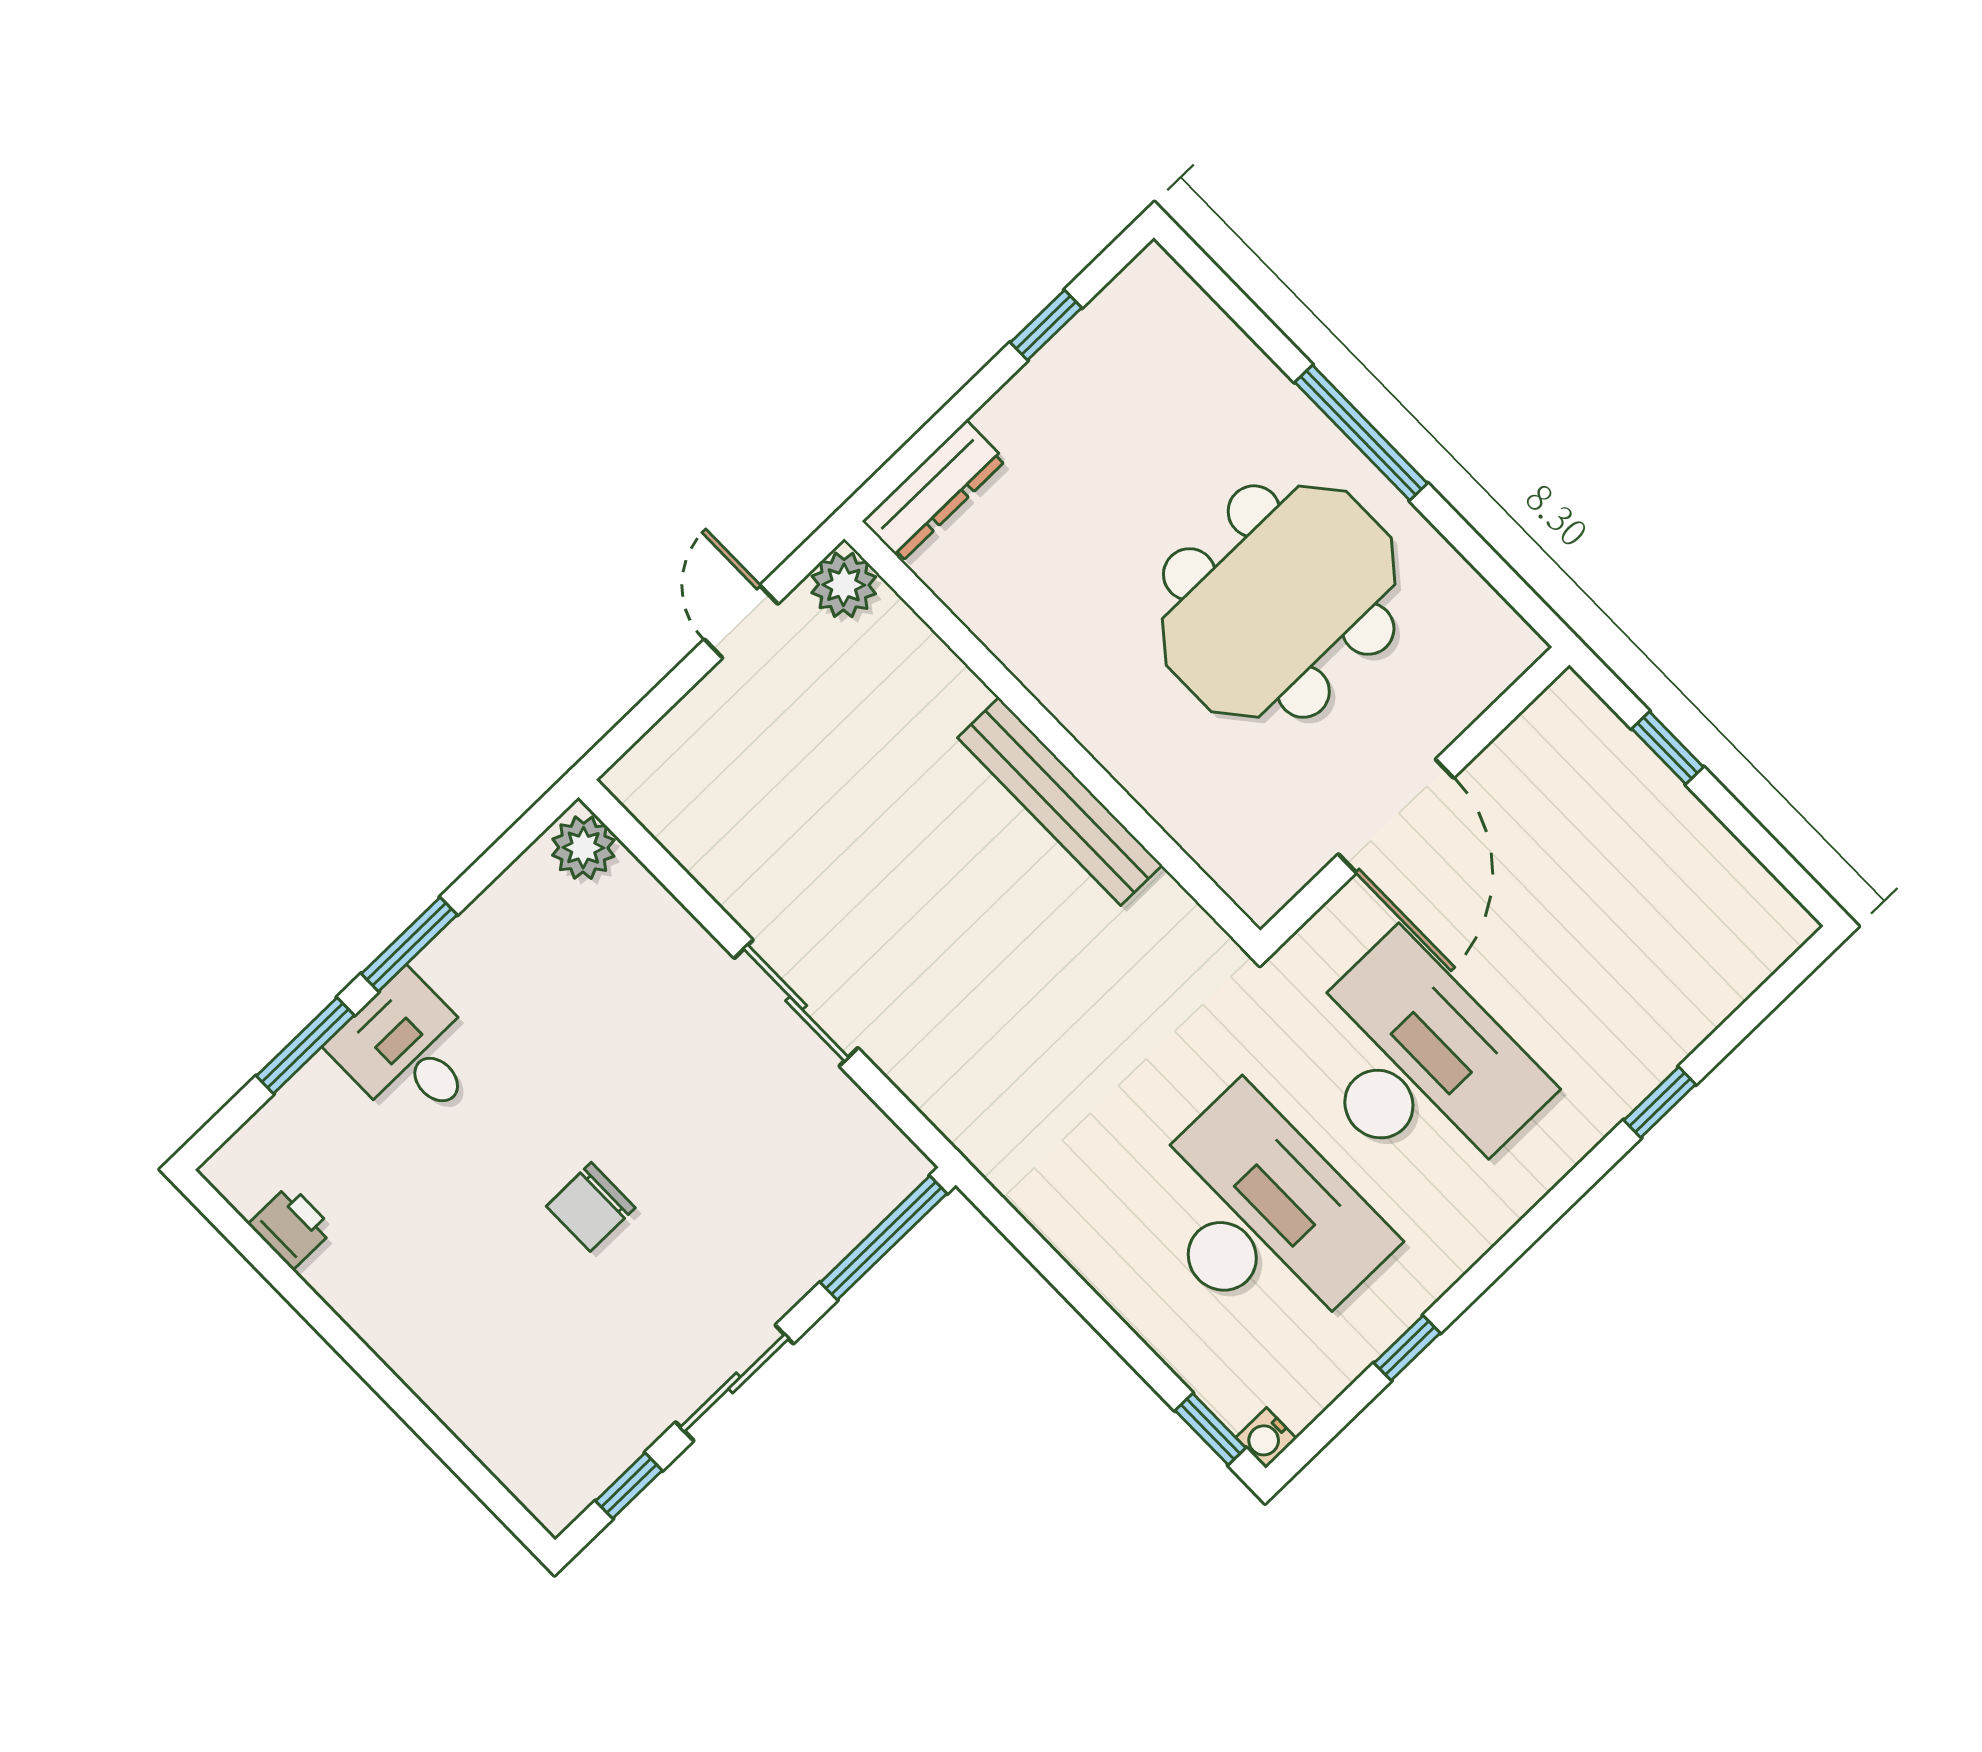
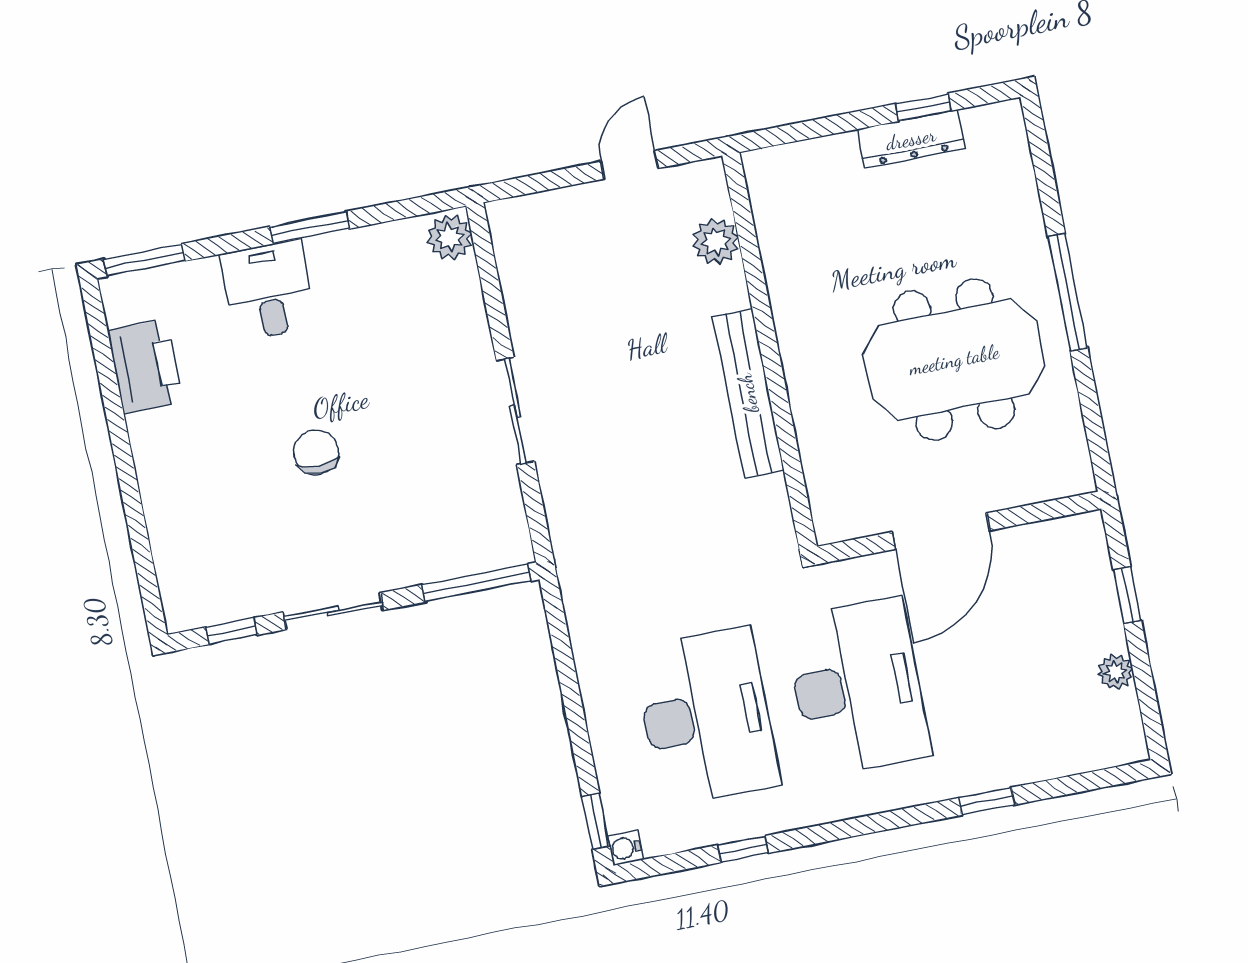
dresser: (934, 491) -> (911, 139), moved
plant: (844, 585) -> (716, 241), moved
plant: (1713, 848) -> (1115, 672), added
window: (305, 1046) -> (144, 260), moved
chair: (591, 1207) -> (316, 452), turned 90
printer: (291, 1227) -> (145, 366), width x1.87, depth x1.48

